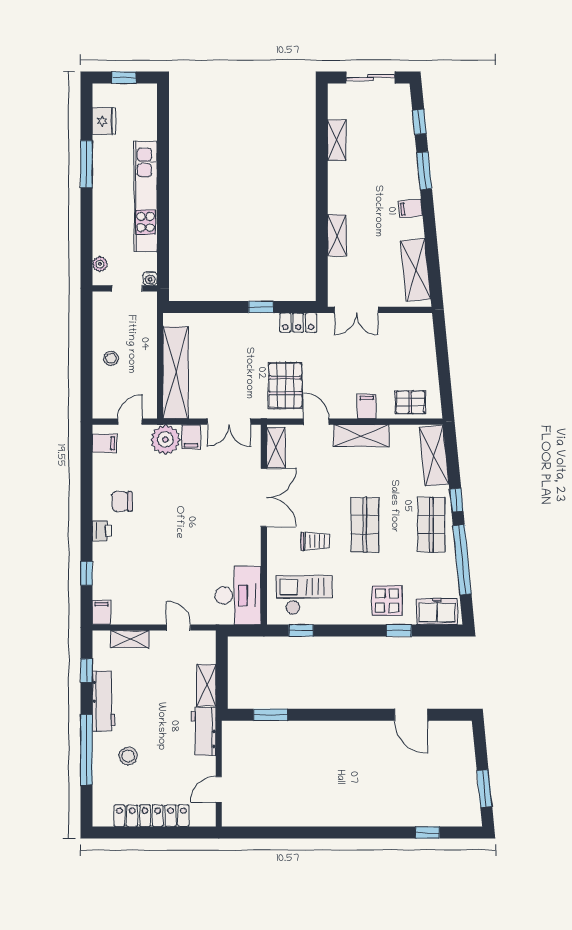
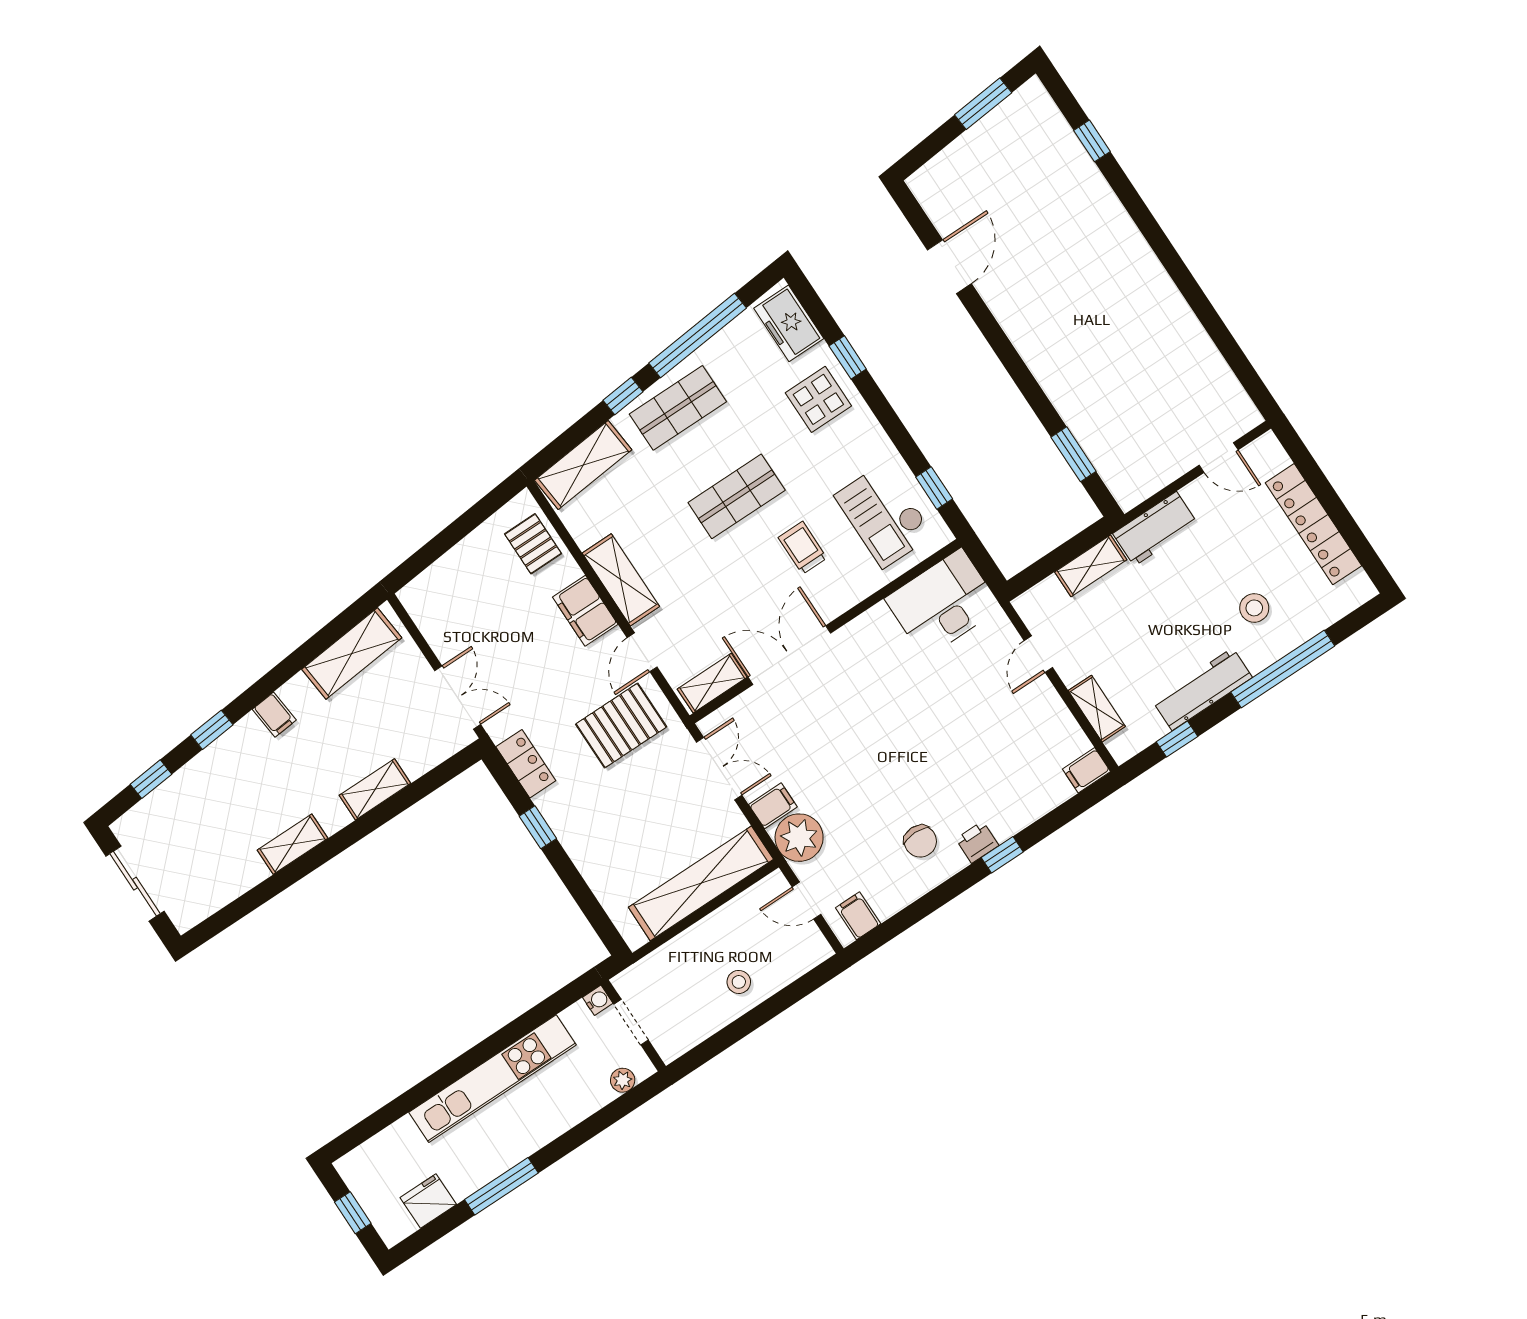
shelving: (337, 140) -> (293, 844), moved
window: (424, 171) -> (212, 730), width x0.67
filing cabinet: (367, 406) -> (585, 611), width x2.00
window: (86, 573) -> (1002, 855), moved

